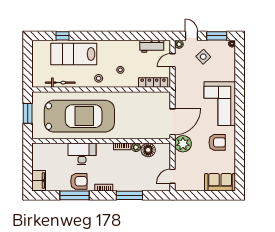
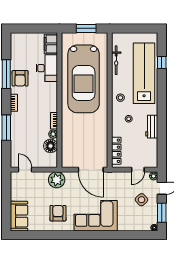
workbench: (152, 46) -> (152, 127), moved
lab bench: (74, 54) -> (144, 73), width x1.36
door: (172, 60) -> (138, 170), swing flipped
door: (172, 122) -> (91, 170), moved
armchair: (217, 142) -> (58, 213), turned 180
desk: (82, 154) -> (47, 68), moved
filing cabinet: (39, 181) -> (51, 44), moved, turned 90

